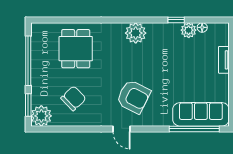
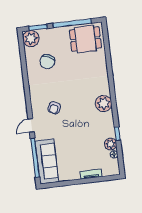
dining table: (76, 49) -> (85, 39), moved
armchair: (133, 97) -> (54, 108), width x0.53, depth x0.53
chair: (73, 98) -> (47, 62), turned 70
door: (122, 129) -> (31, 125), moved

